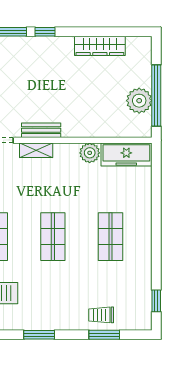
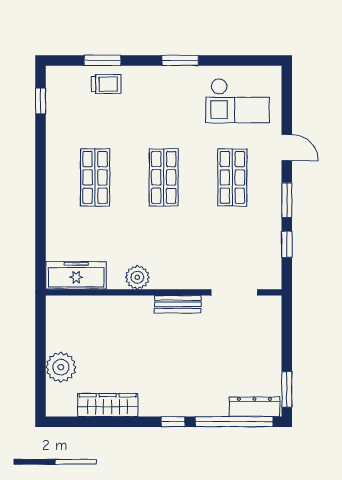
window: (156, 95) -> (41, 346), removed
plant: (139, 101) -> (61, 367), moved
shelving: (36, 150) -> (184, 280), removed
plant: (90, 153) -> (137, 277), moved

